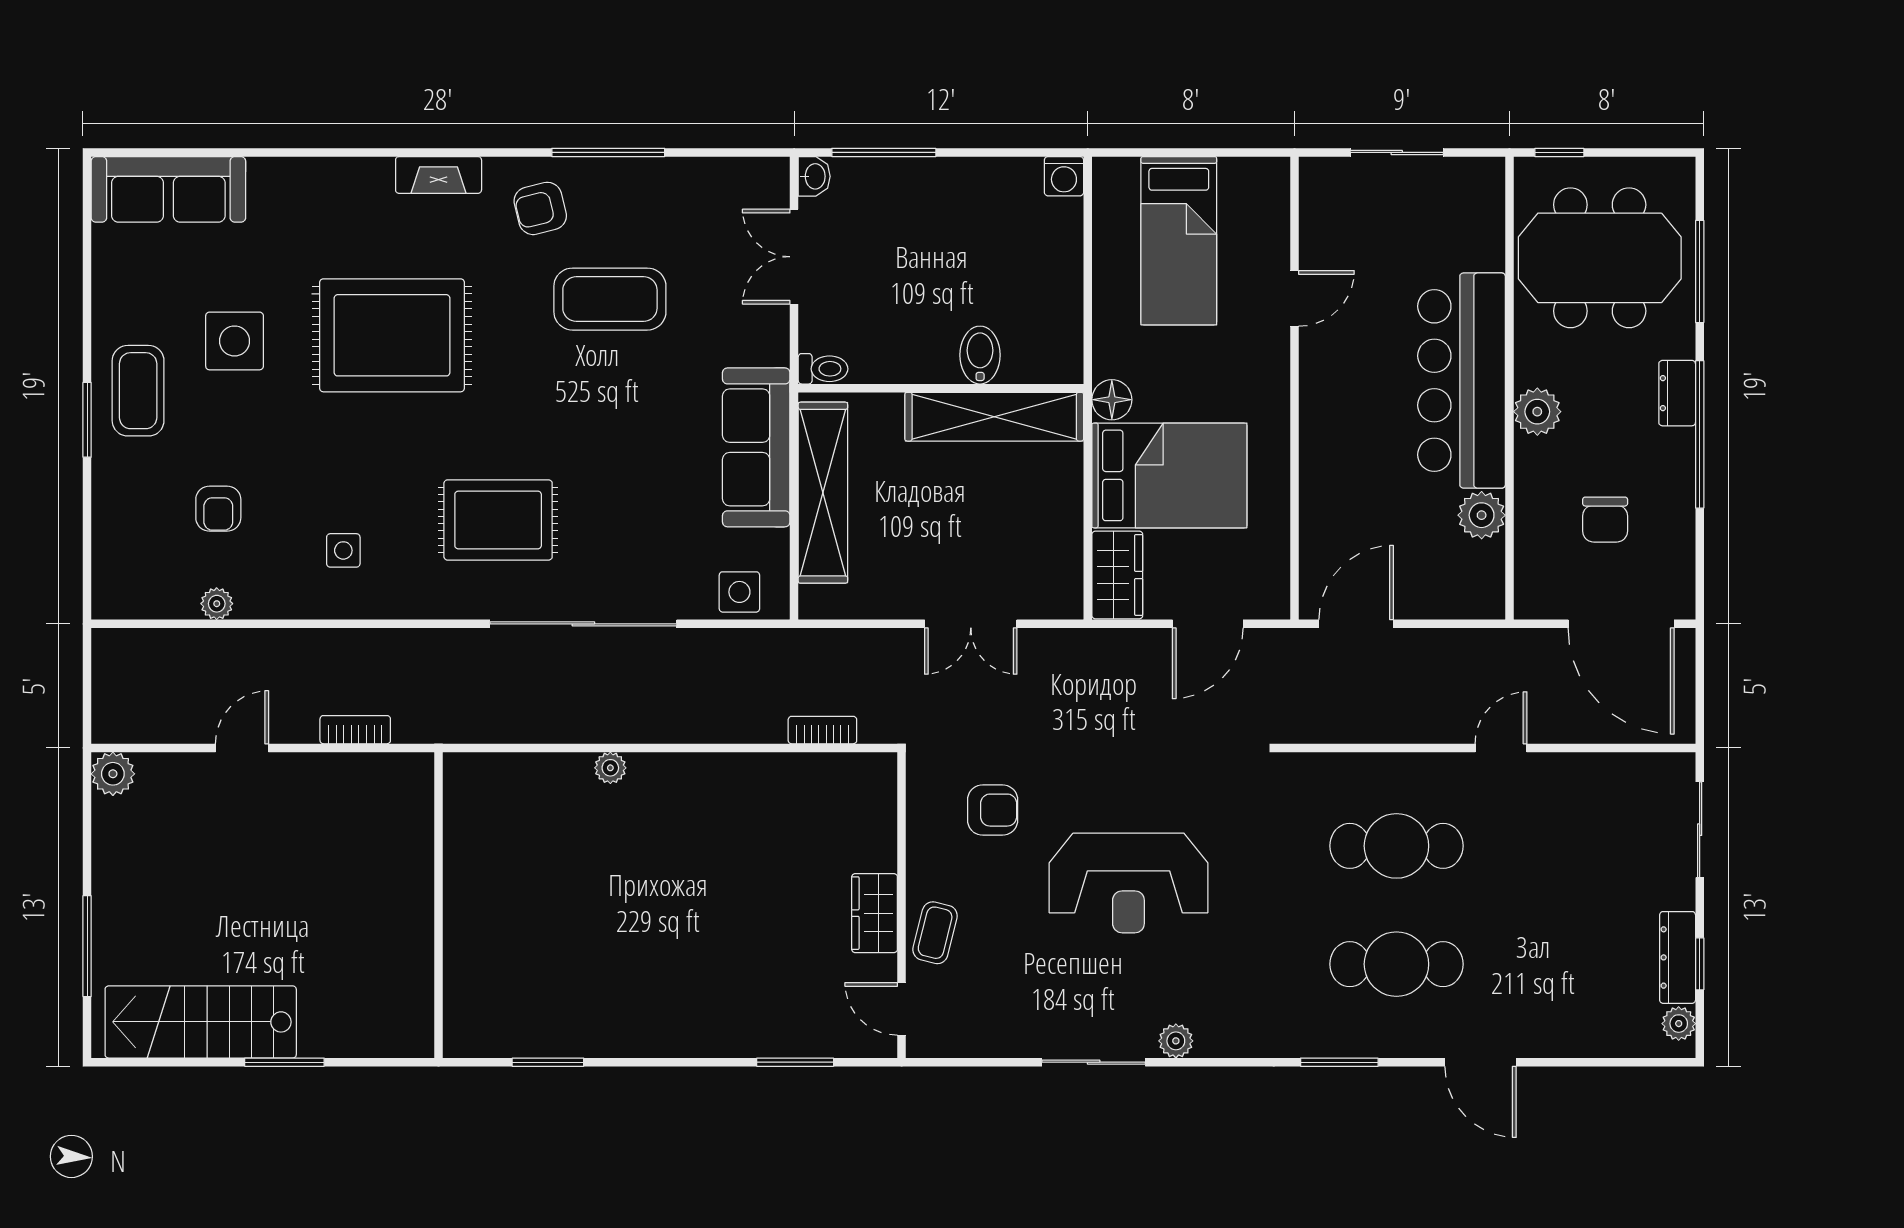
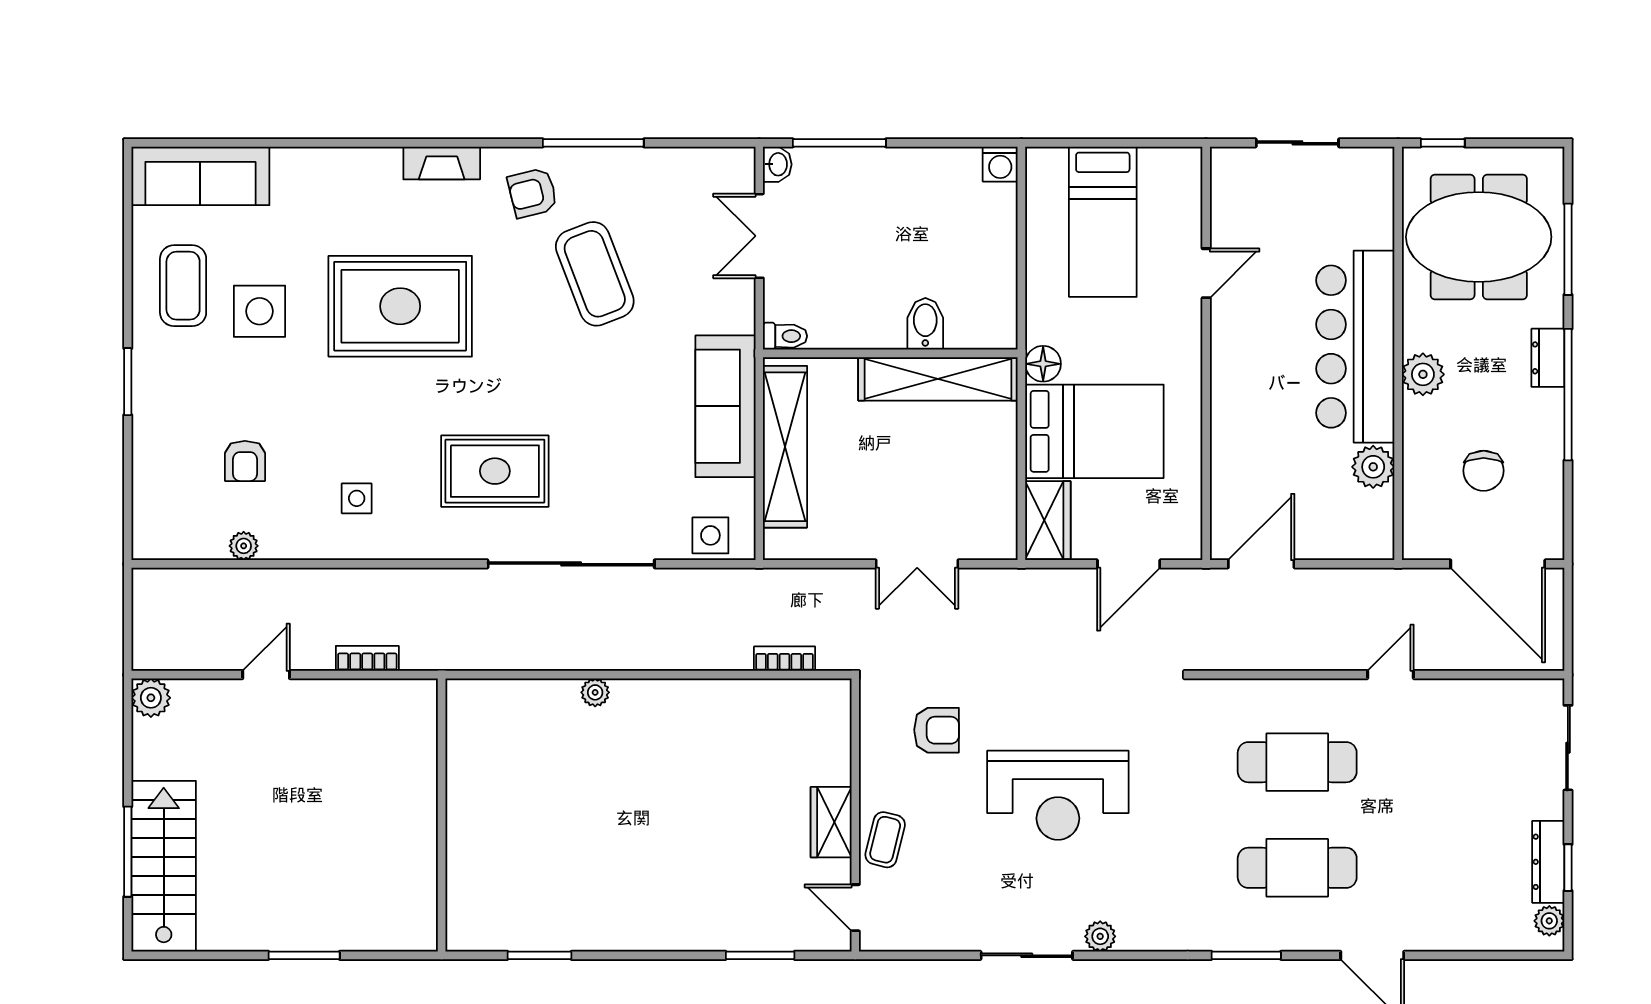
coffee table: (610, 299) -> (595, 274), turned 69
coffee table: (138, 391) -> (183, 286), moved
stairs: (201, 1022) -> (164, 866), moved, turned 90

